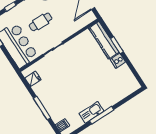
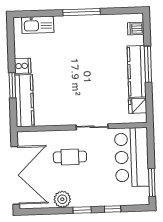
cafe table: (41, 22) -> (70, 157), moved
kitchen counter: (46, 99) -> (137, 71), added
kitchen sink: (91, 112) -> (38, 25), moved

